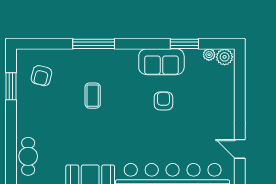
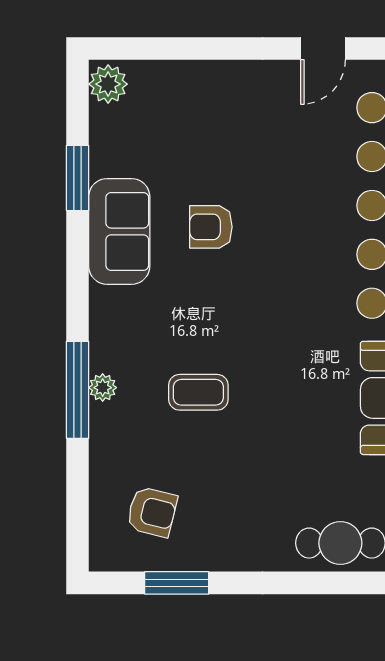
plant: (209, 55) -> (103, 388), moved

